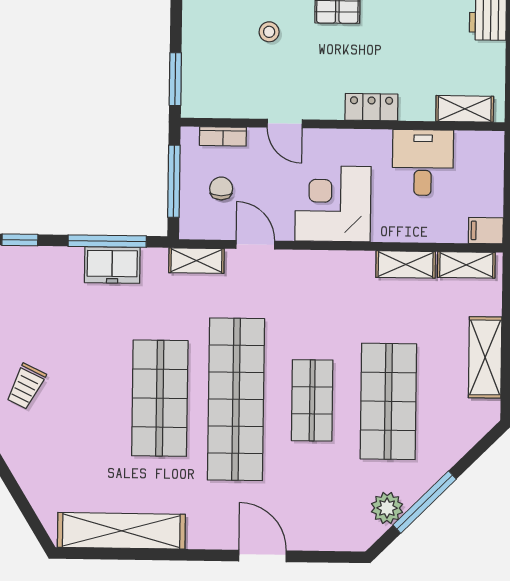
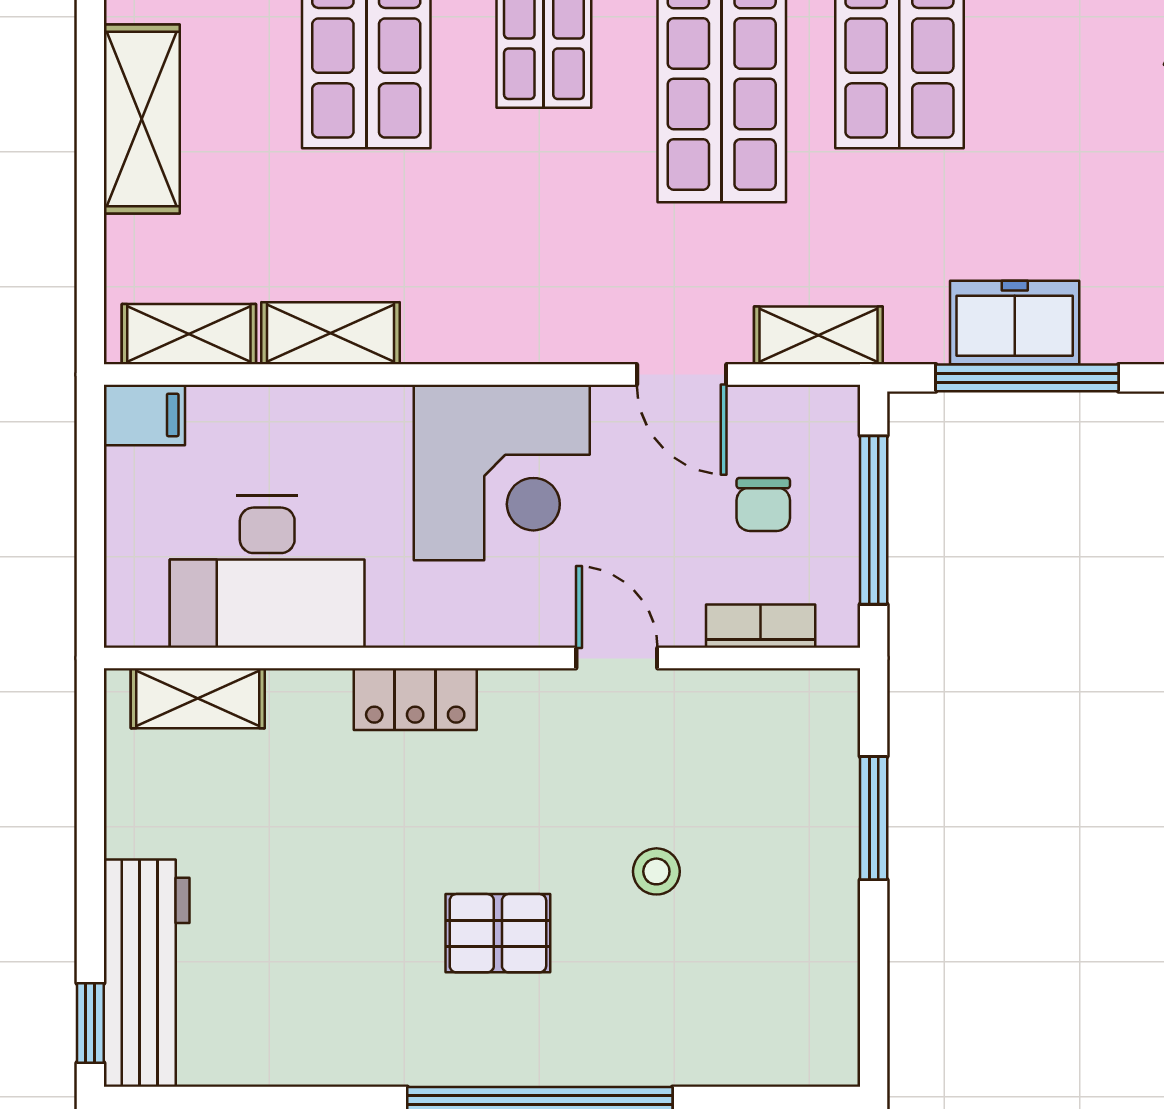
window: (175, 79) -> (874, 818), moved
desk: (423, 163) -> (267, 572), width x1.37

